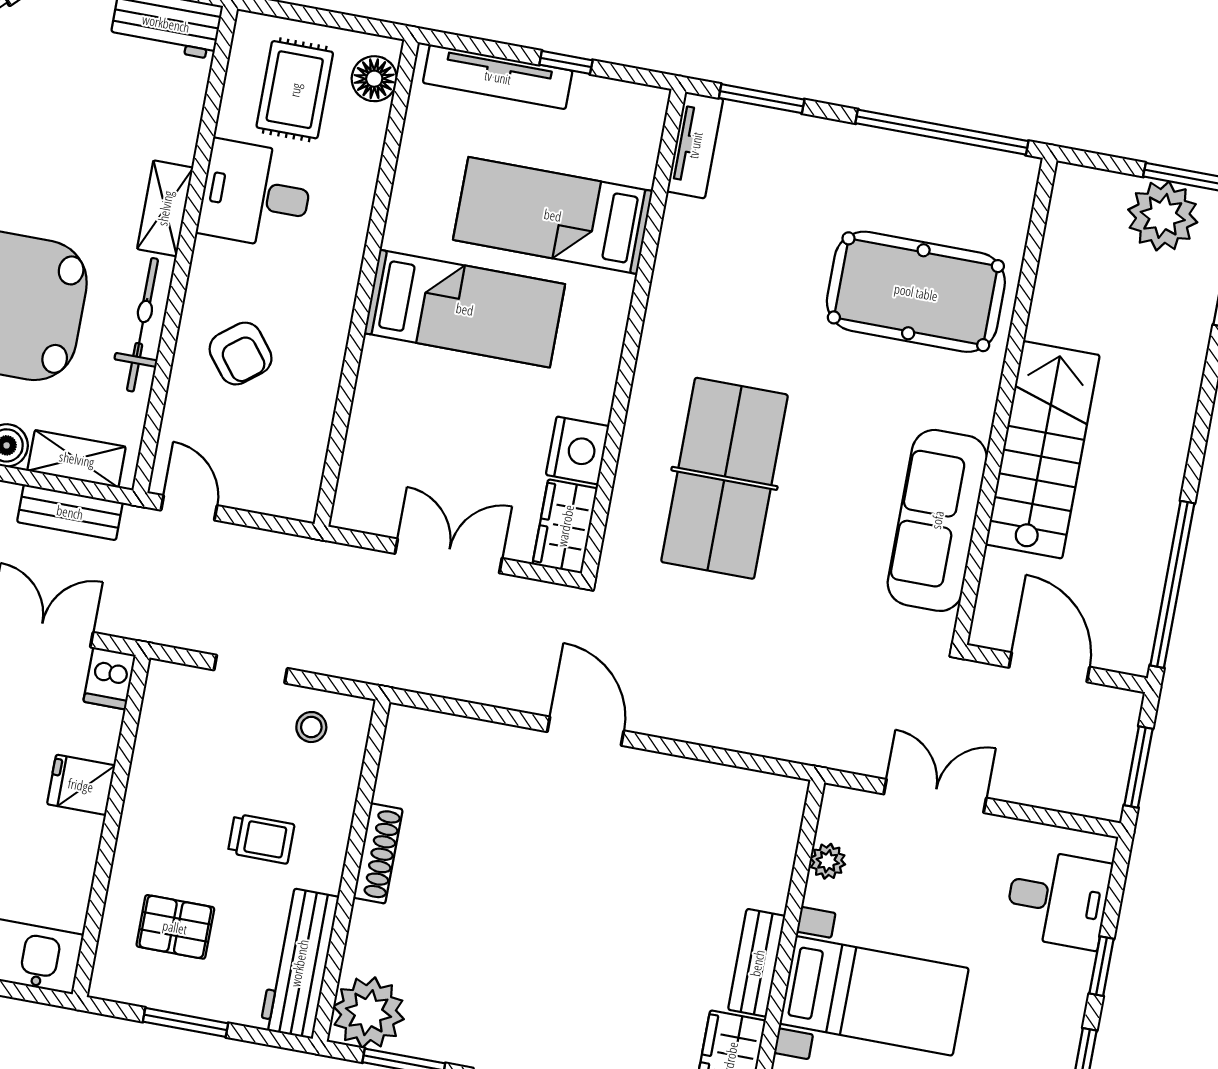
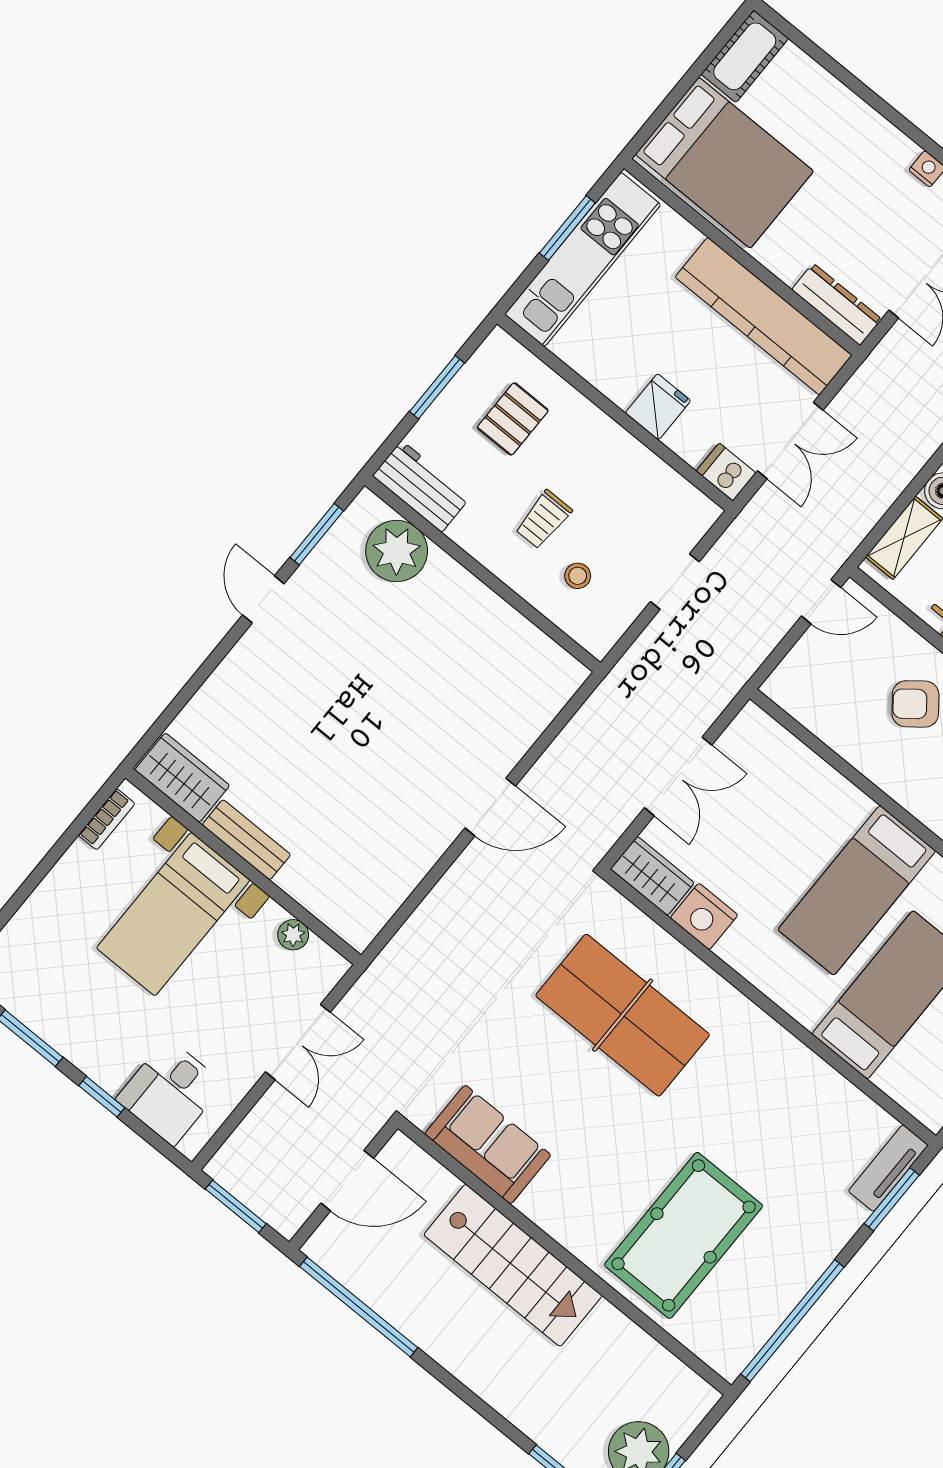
tv unit: (695, 145) -> (888, 1168), moved, turned 90
bench: (70, 512) -> (867, 511), removed
sofa: (937, 520) -> (488, 1145), width x0.73
stool: (311, 727) -> (578, 576), moved
shoe rack: (378, 853) -> (484, 601), removed
workbench: (299, 963) -> (422, 486), width x0.73
plant: (368, 1013) -> (397, 551), moved

